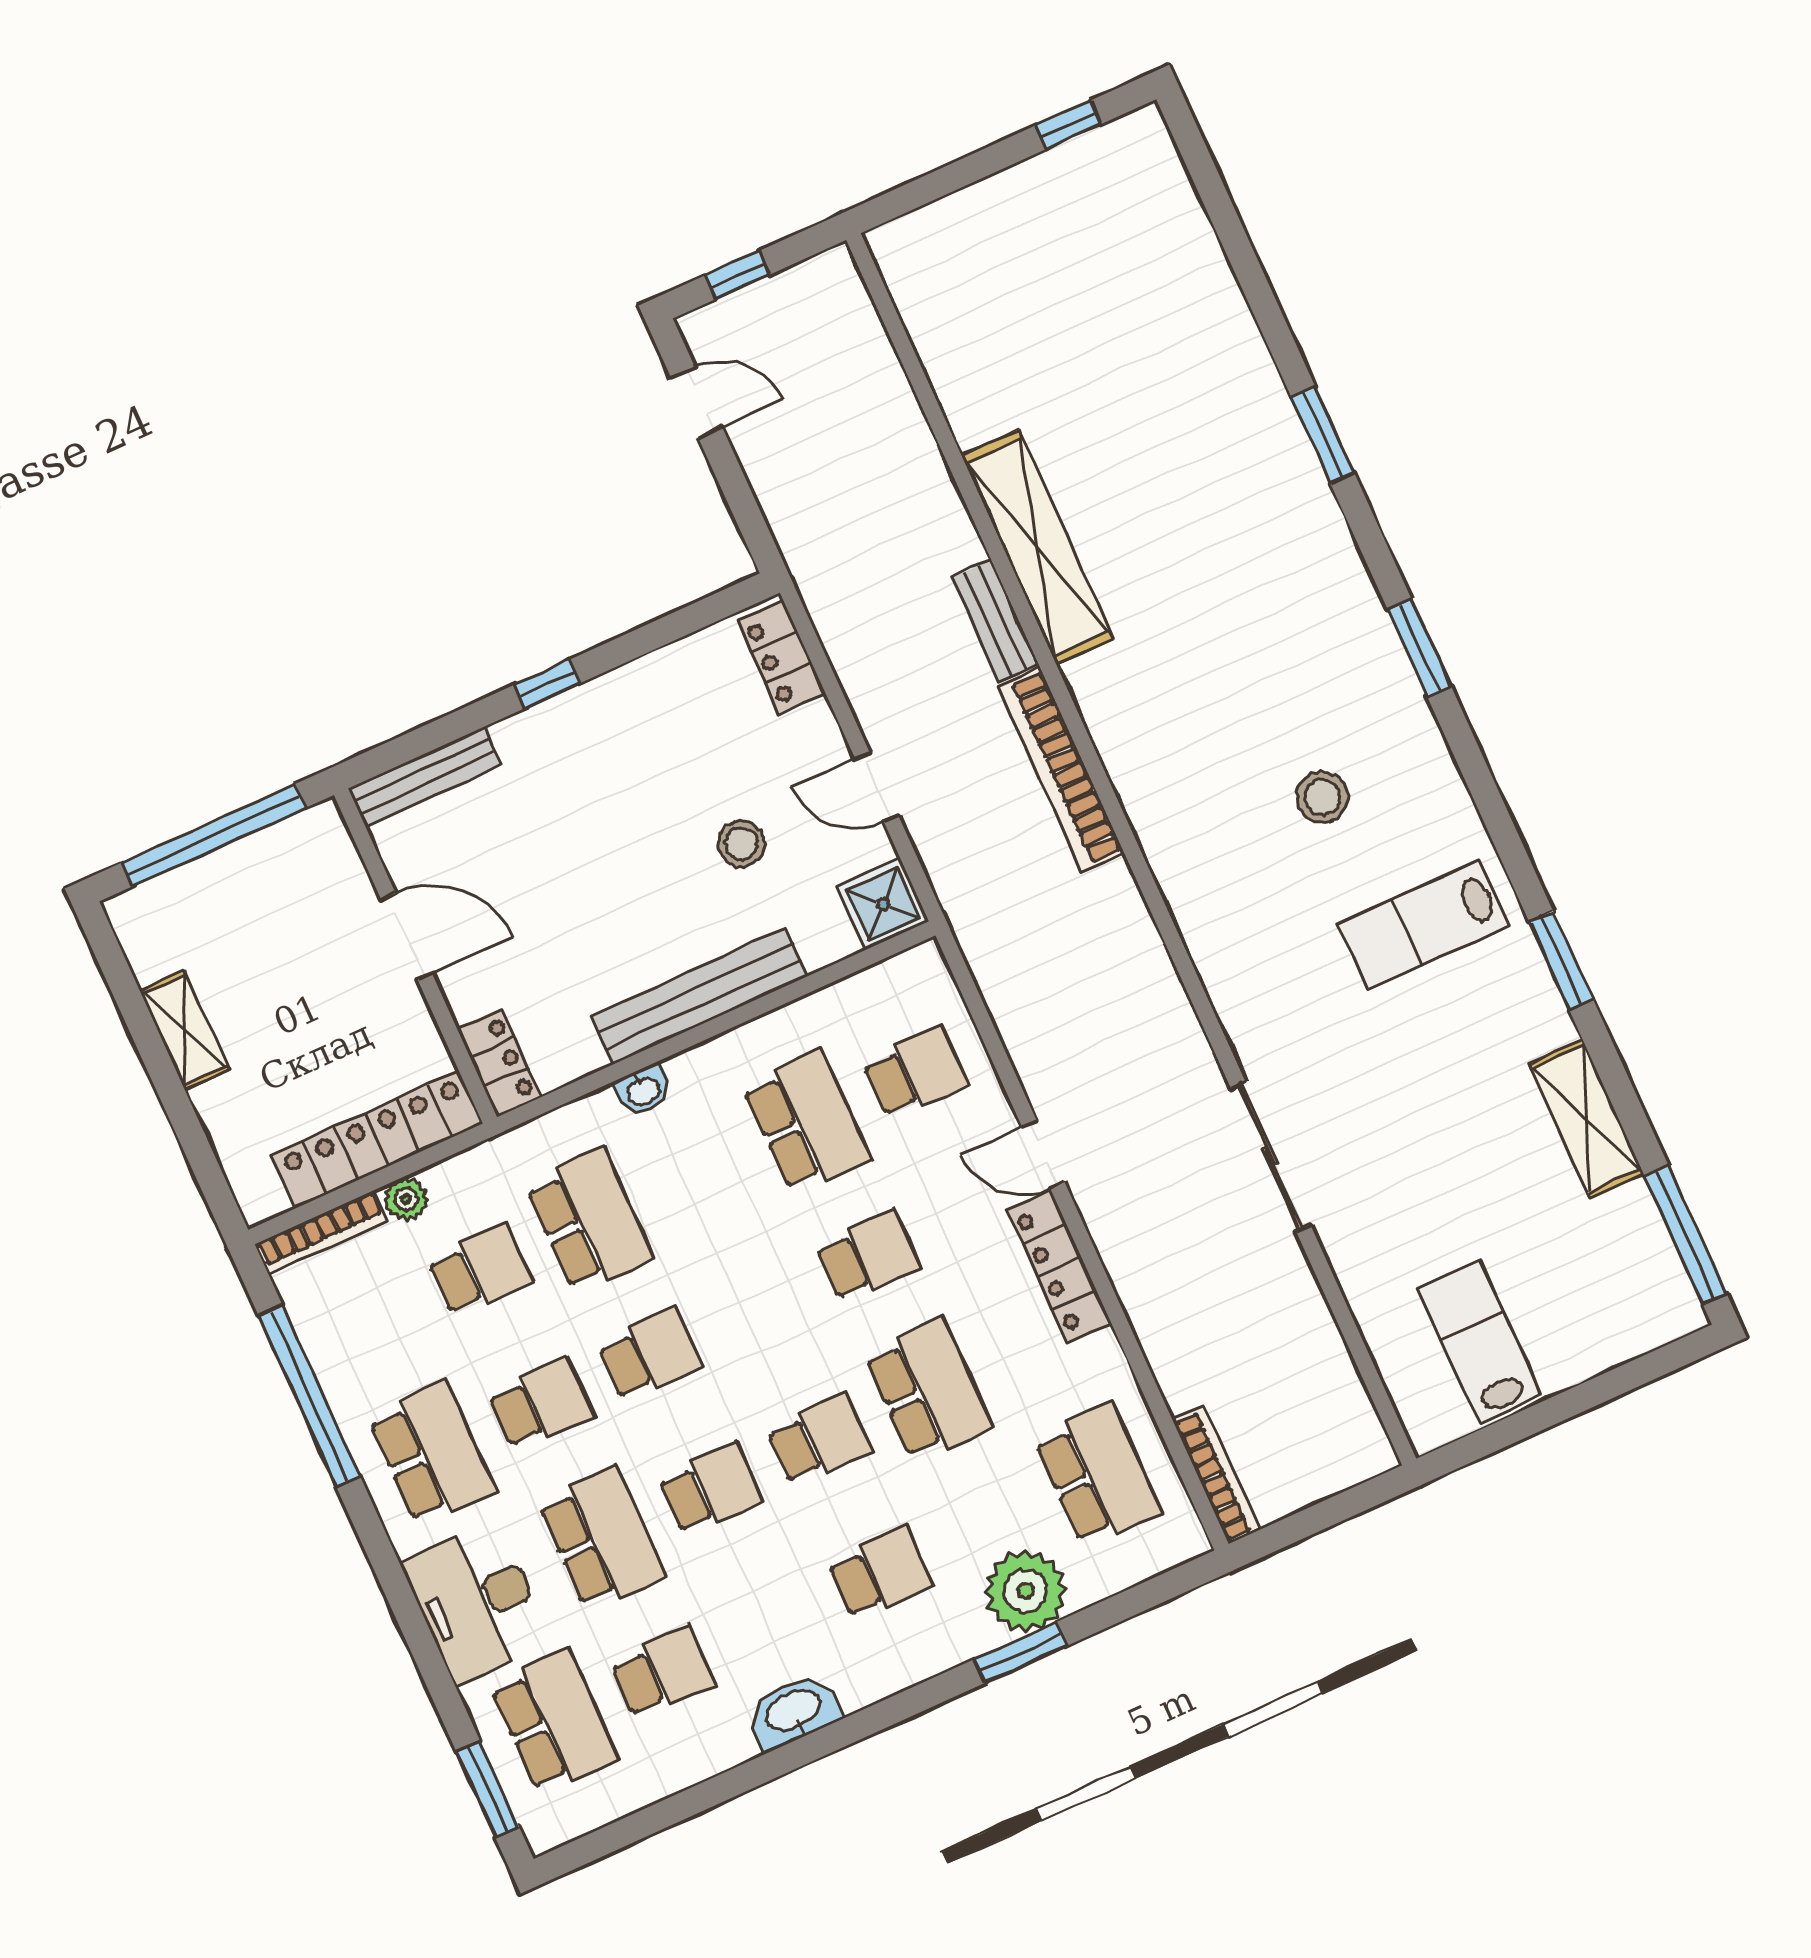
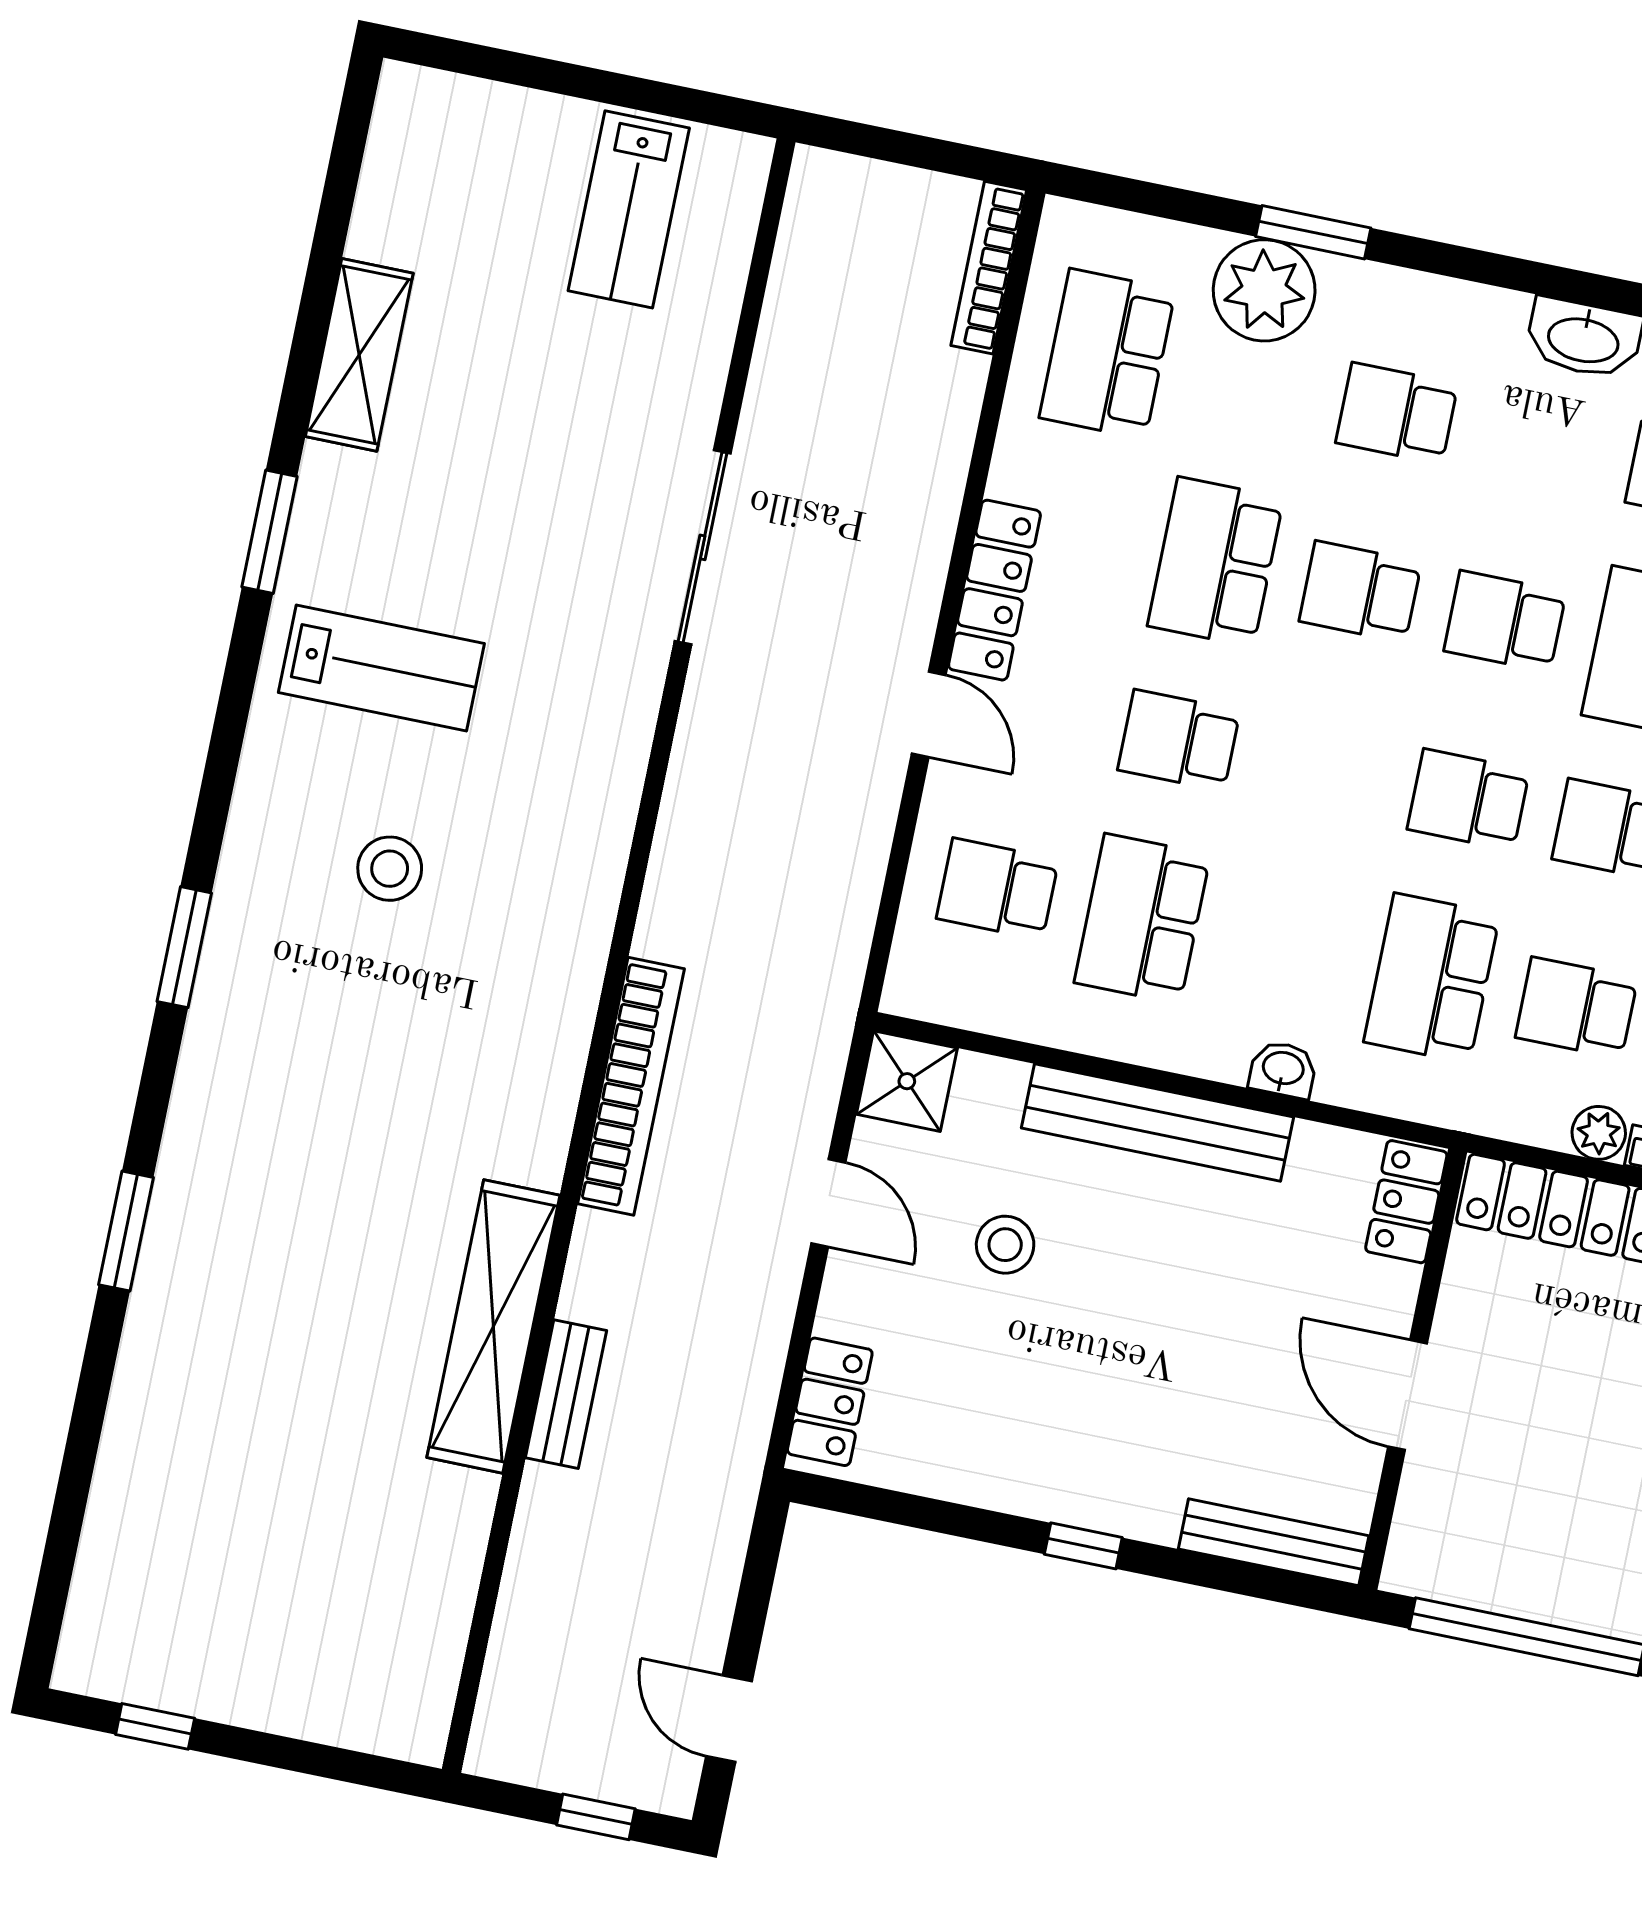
bench: (995, 621) -> (566, 1394), moved
window: (1686, 1235) -> (344, 167), removed

